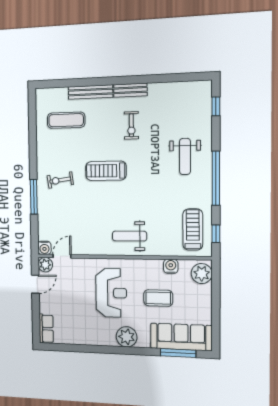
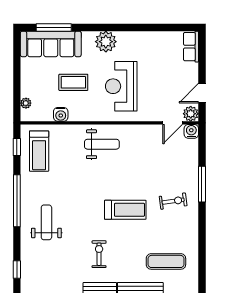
plant: (202, 274) -> (26, 103), width x0.53, depth x0.53

